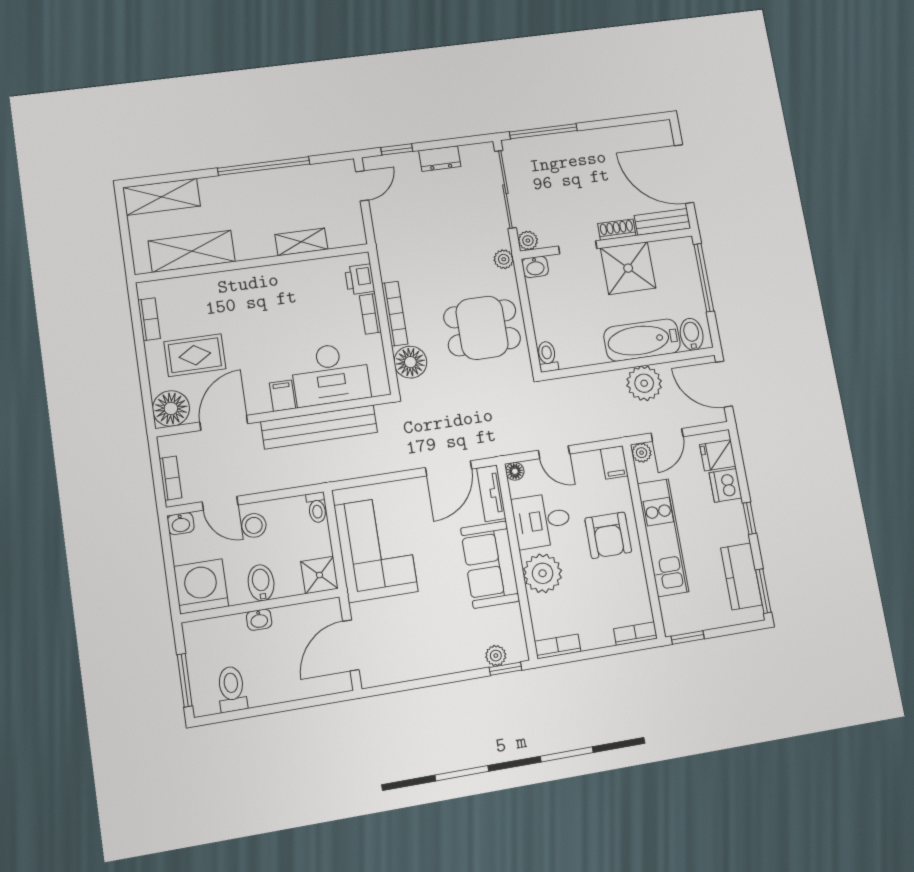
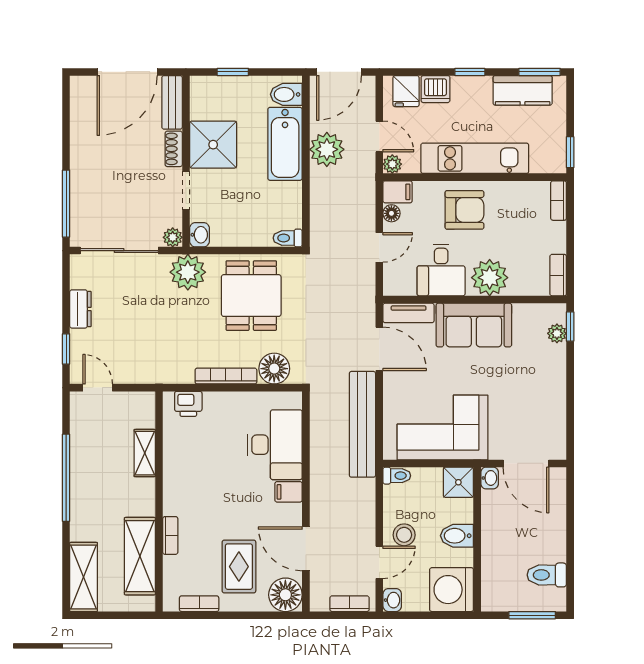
plant: (504, 259) -> (188, 272), width x1.88, depth x1.88
window: (704, 278) -> (233, 72), width x0.46
bookcase: (370, 314) -> (170, 535), moved, turned -90
bench: (319, 427) -> (362, 424), moved
floor lamp: (515, 471) -> (391, 213), moved
washbasin: (259, 620) -> (490, 478), moved

